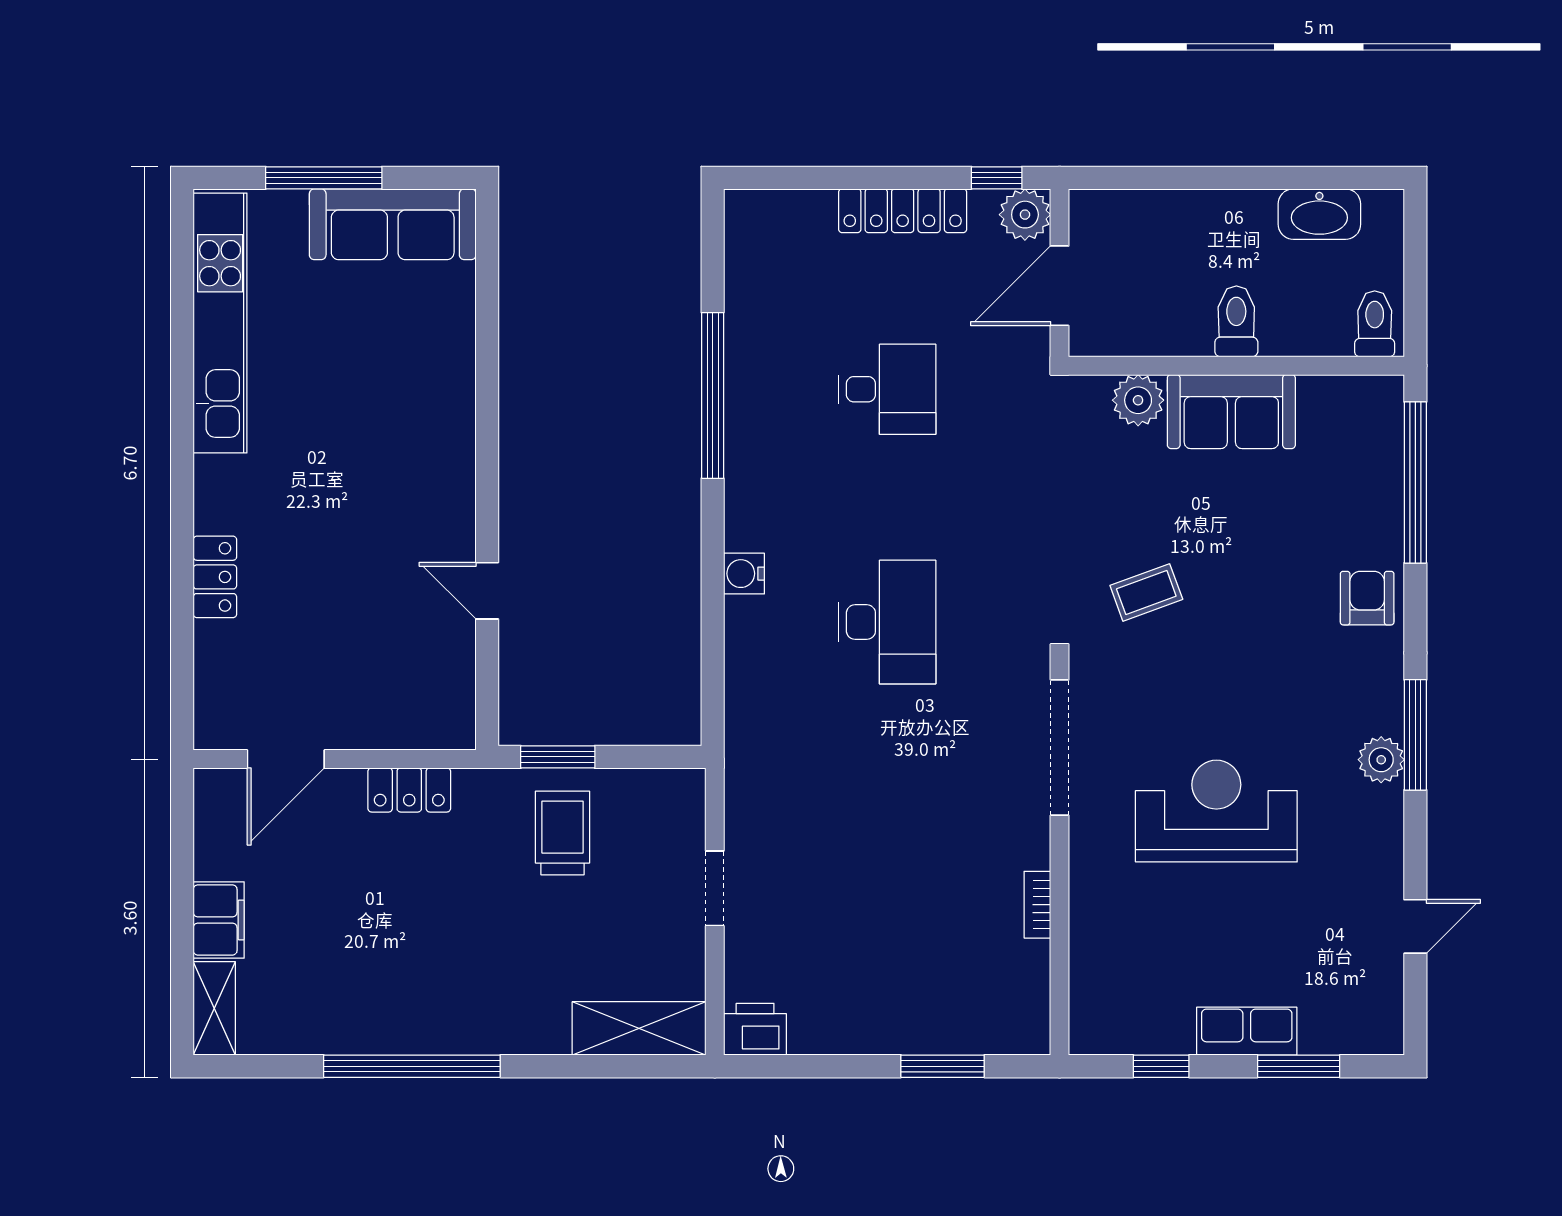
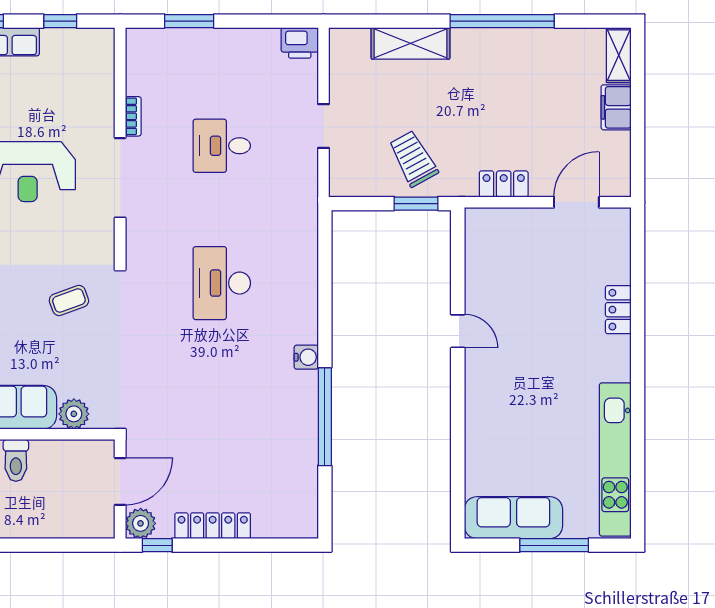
desk: (887, 389) -> (222, 146), moved
water cooler: (744, 574) -> (306, 357), moved
door: (487, 591) -> (458, 331), moved
doorway: (1060, 748) -> (120, 178), moved
trolley: (562, 833) -> (413, 159), turned 151
shelving: (639, 1028) -> (410, 43), moved

